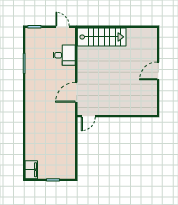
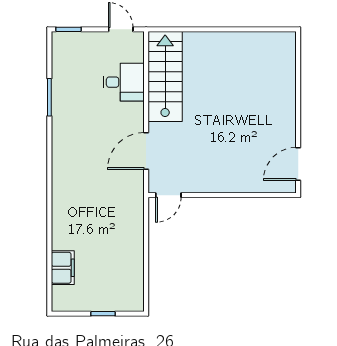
stairs: (102, 37) -> (165, 76), moved, turned -90
door: (158, 71) -> (298, 164), moved
filing cabinet: (31, 170) -> (63, 268), moved

